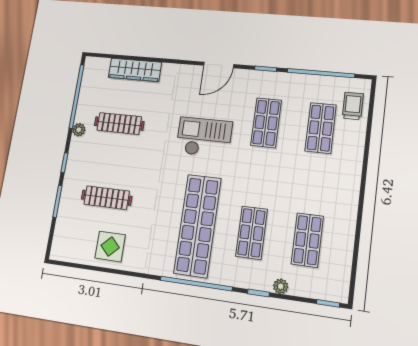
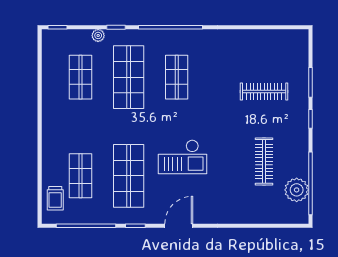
wardrobe: (135, 70) -> (258, 214), removed
clothes rail: (119, 123) -> (264, 161), turned 90
shop shelf: (266, 123) -> (129, 176), width x1.43, depth x1.36
plant: (79, 130) -> (297, 190), moved, width x1.87, depth x1.87
shop shelf: (197, 226) -> (177, 77), width x0.50, depth x0.74
shop shelf: (251, 233) -> (129, 77), width x1.43, depth x1.36
display table: (110, 246) -> (253, 48), removed

